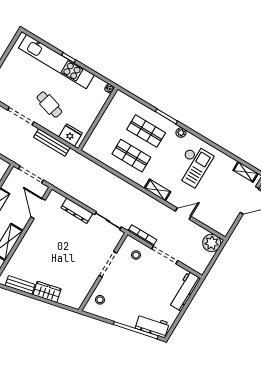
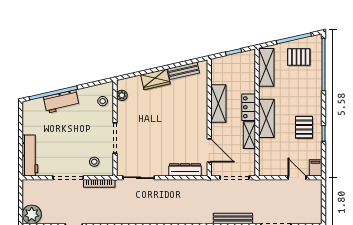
dresser: (77, 211) -> (185, 170), moved
plant: (82, 295) -> (122, 95), added
workbench: (152, 326) -> (61, 101), moved

